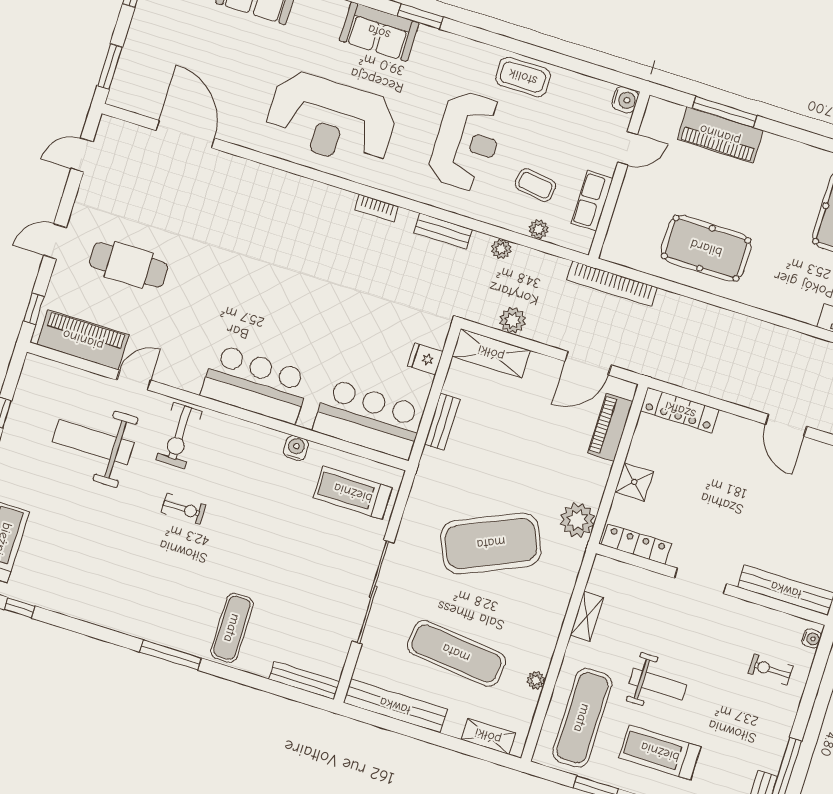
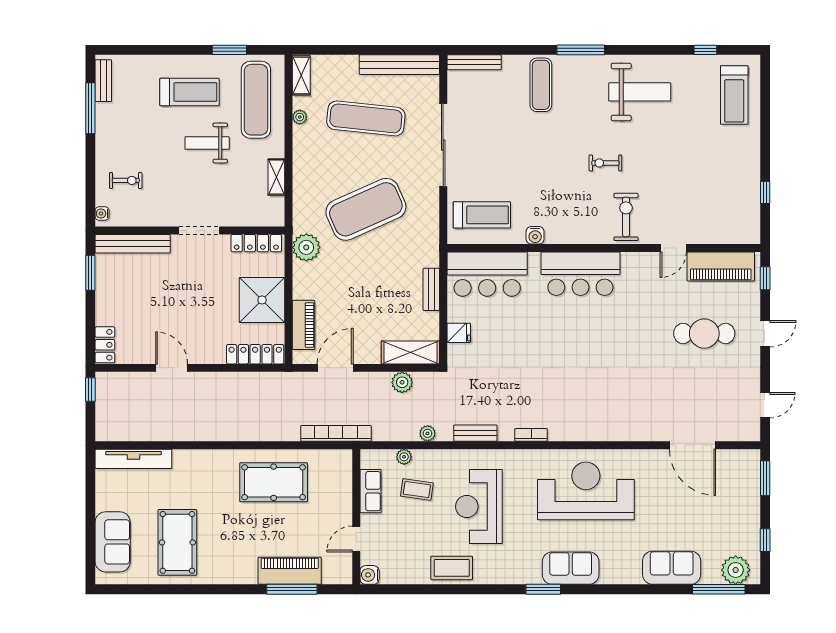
weight bench: (93, 442) -> (640, 92), moved
shower: (634, 482) -> (262, 300), width x1.86, depth x1.86
shelving: (488, 736) -> (301, 75), moved, turned 90

